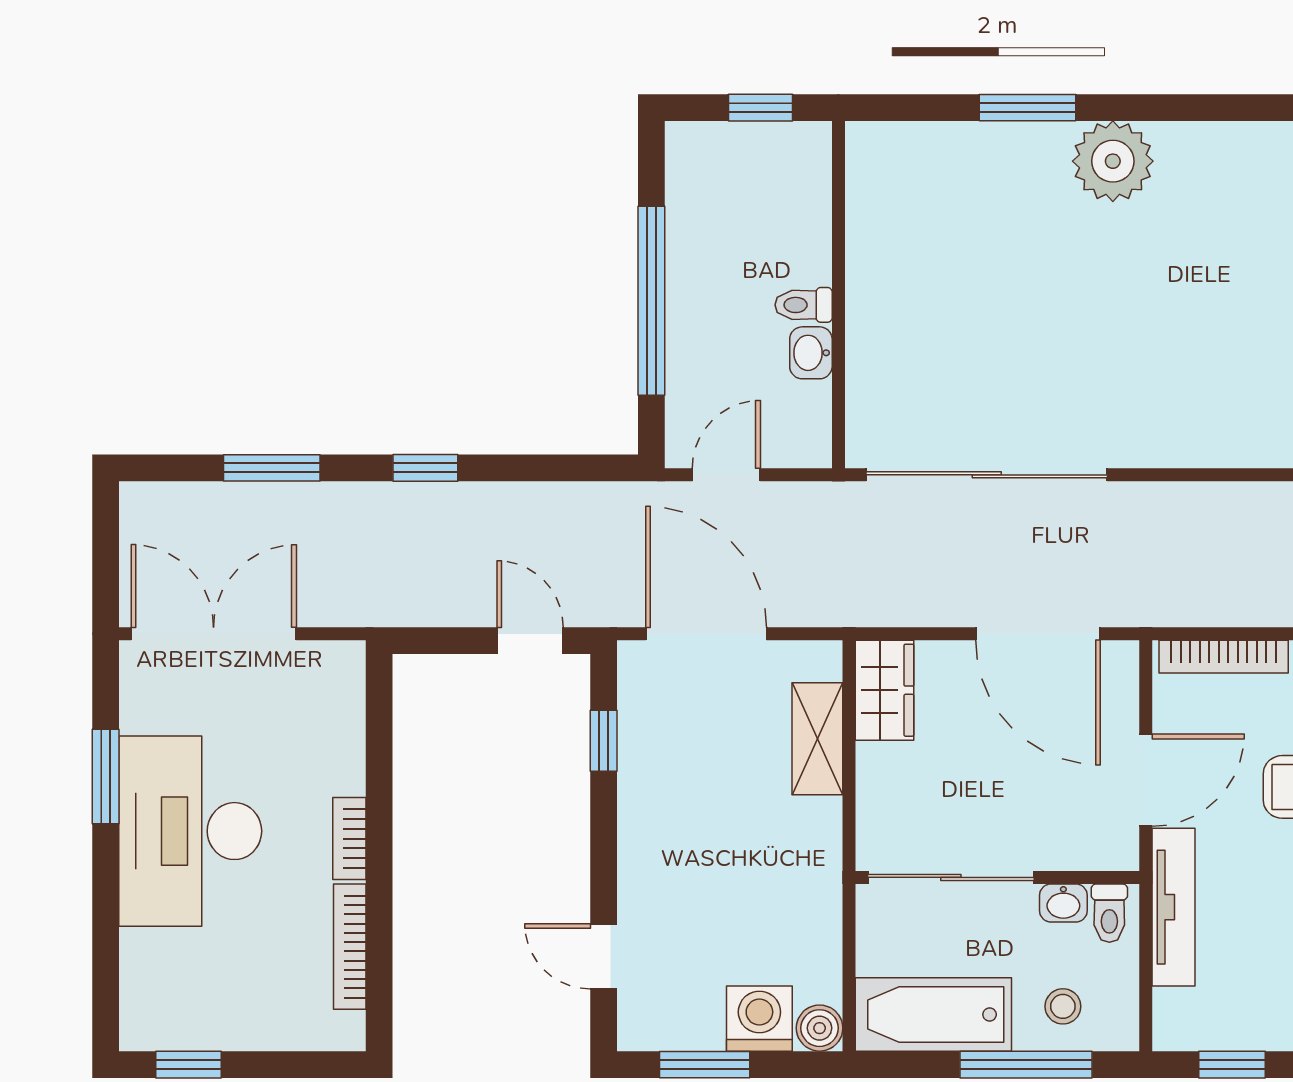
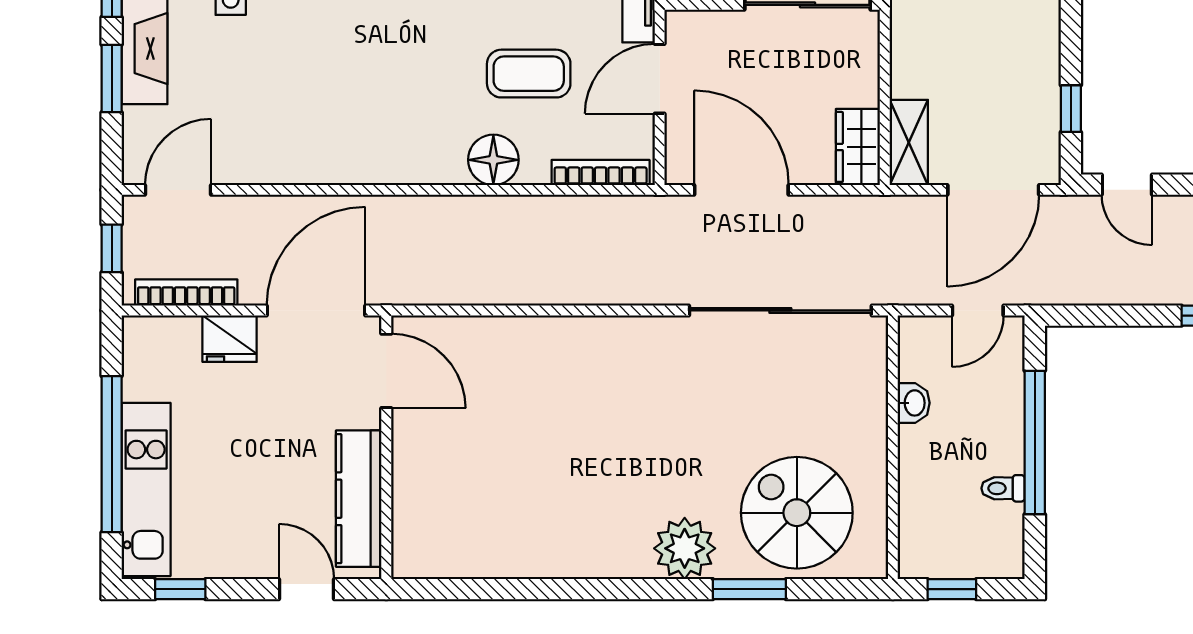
spiral stairs: (965, 208) -> (797, 513), added
toilet: (804, 305) -> (1003, 488), moved, turned 180
door: (706, 634) -> (993, 190), hinge flipped
shelving: (817, 739) -> (909, 142), moved

